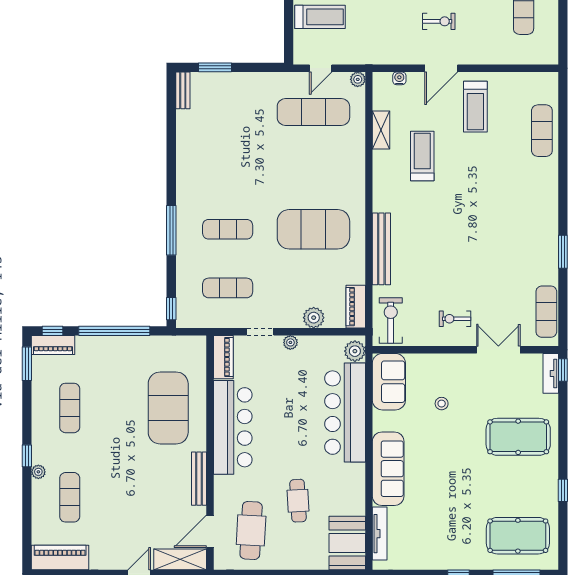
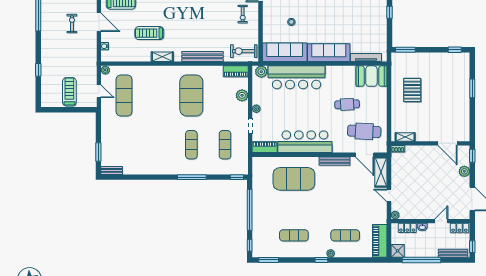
shelving: (381, 130) -> (162, 57), moved
piano: (53, 345) -> (258, 245), removed
sofa: (389, 382) -> (285, 52), width x1.36

